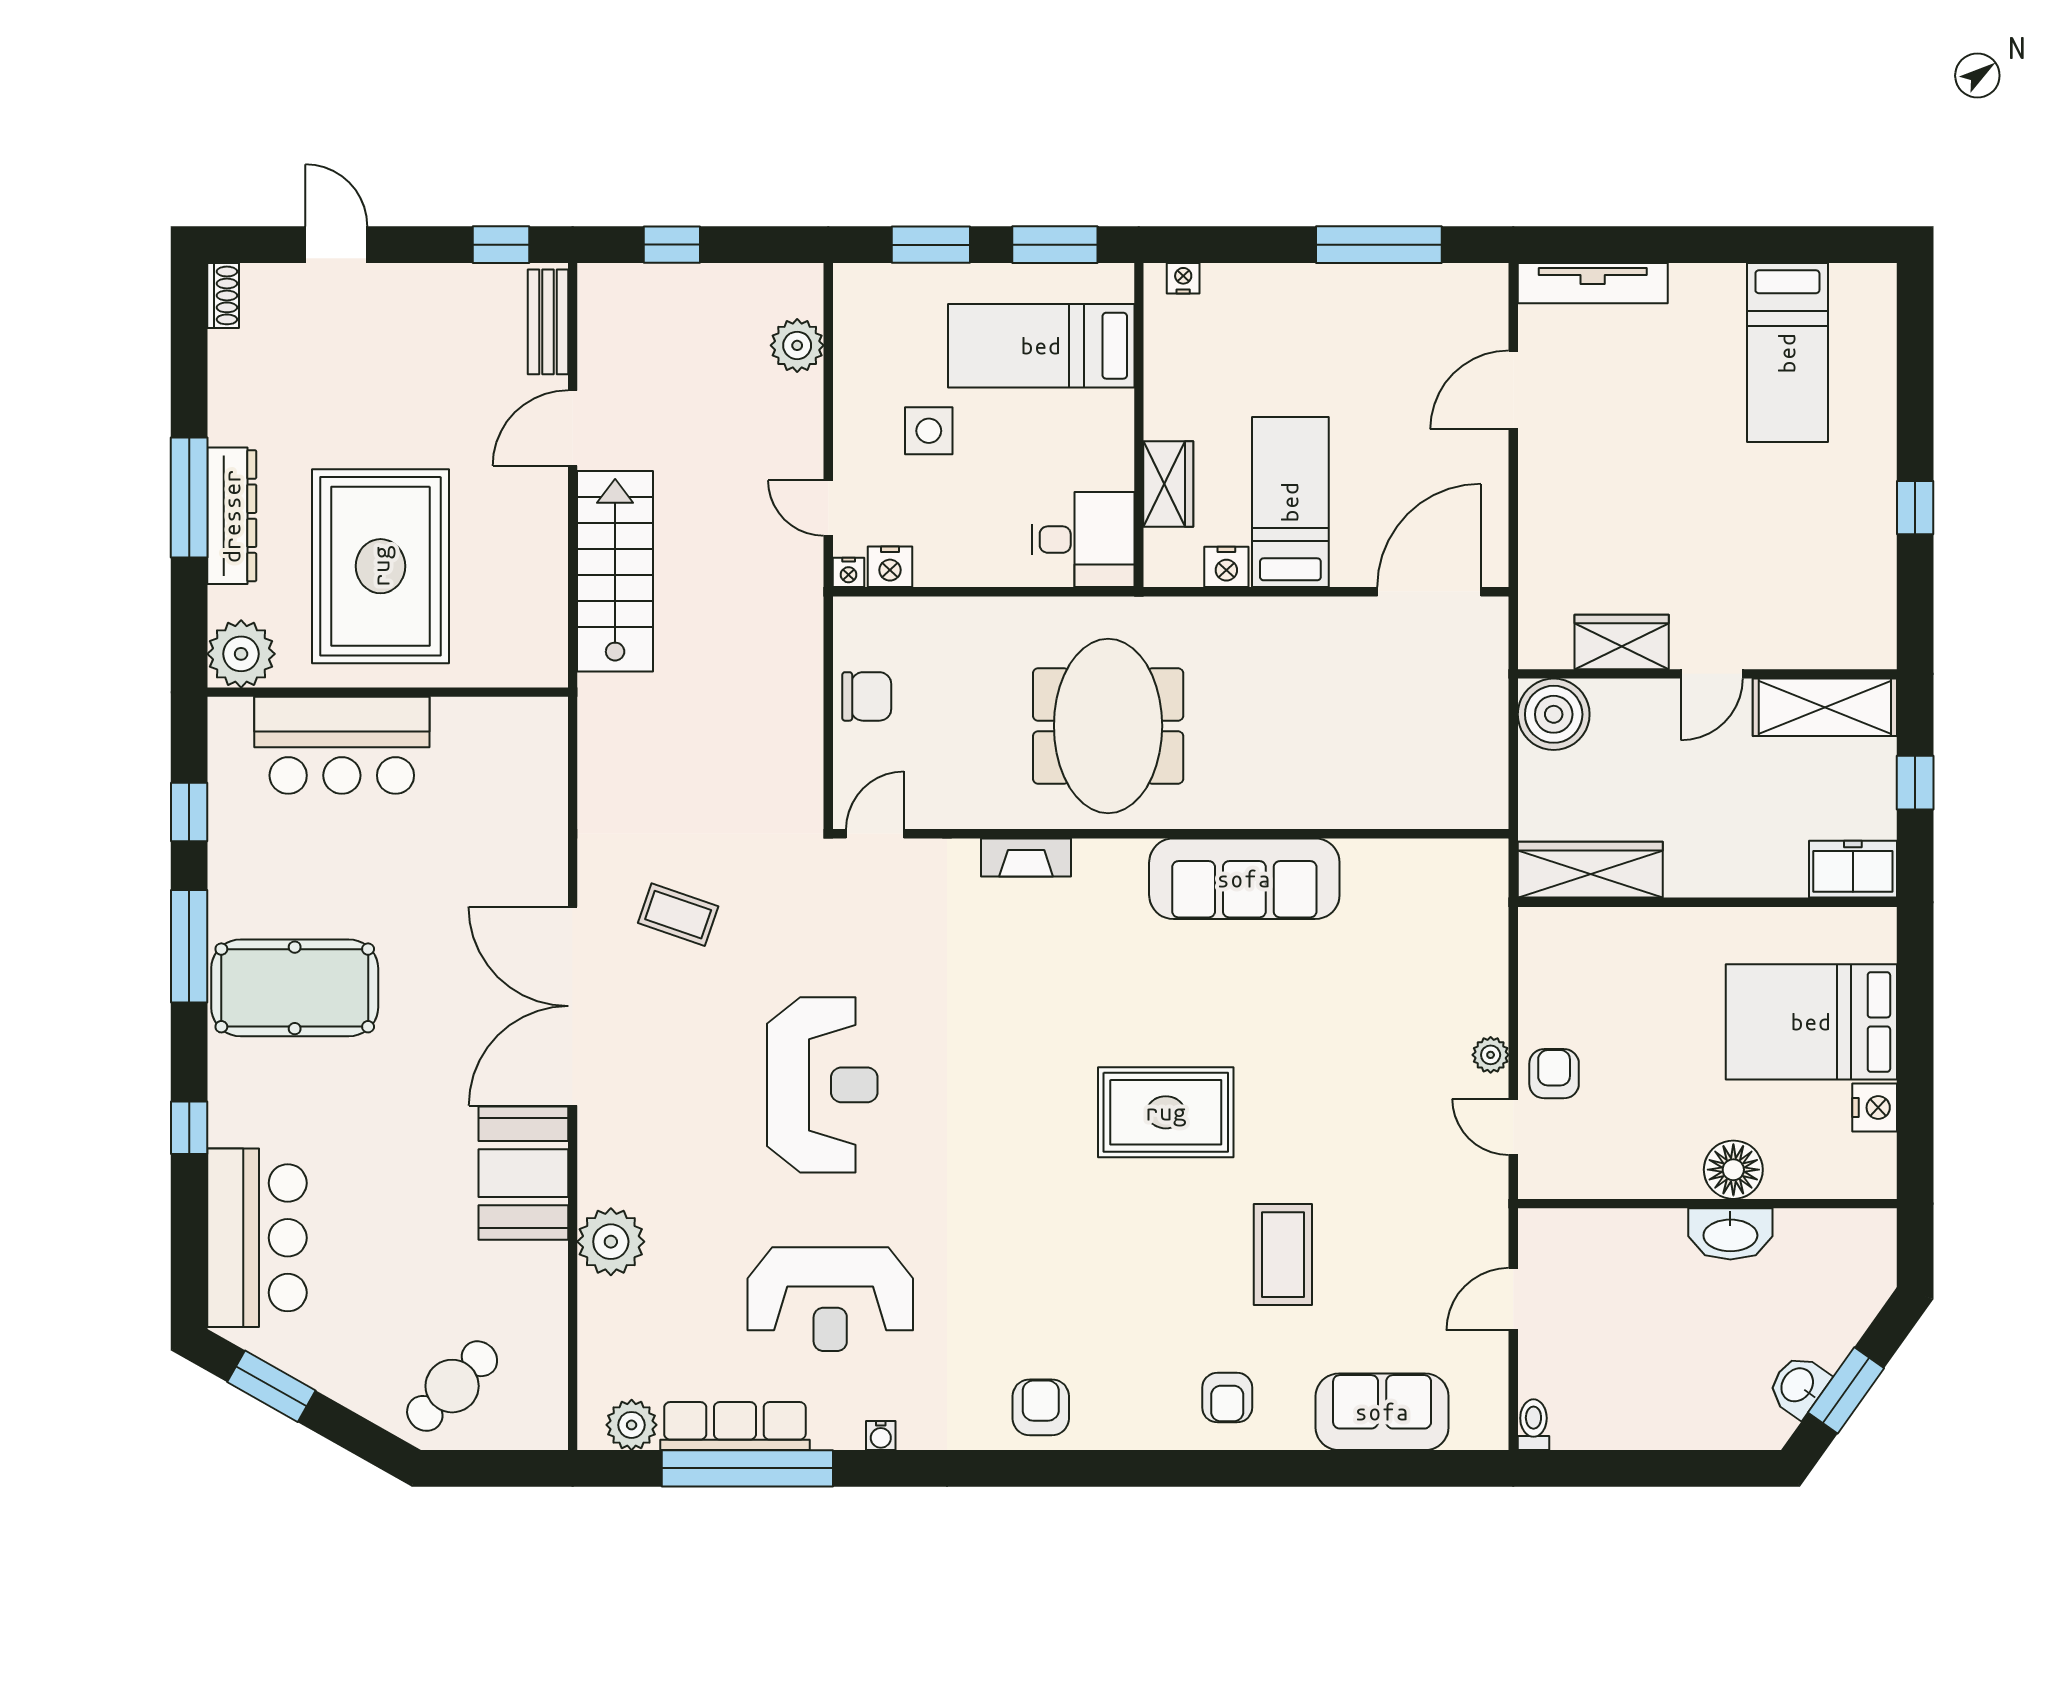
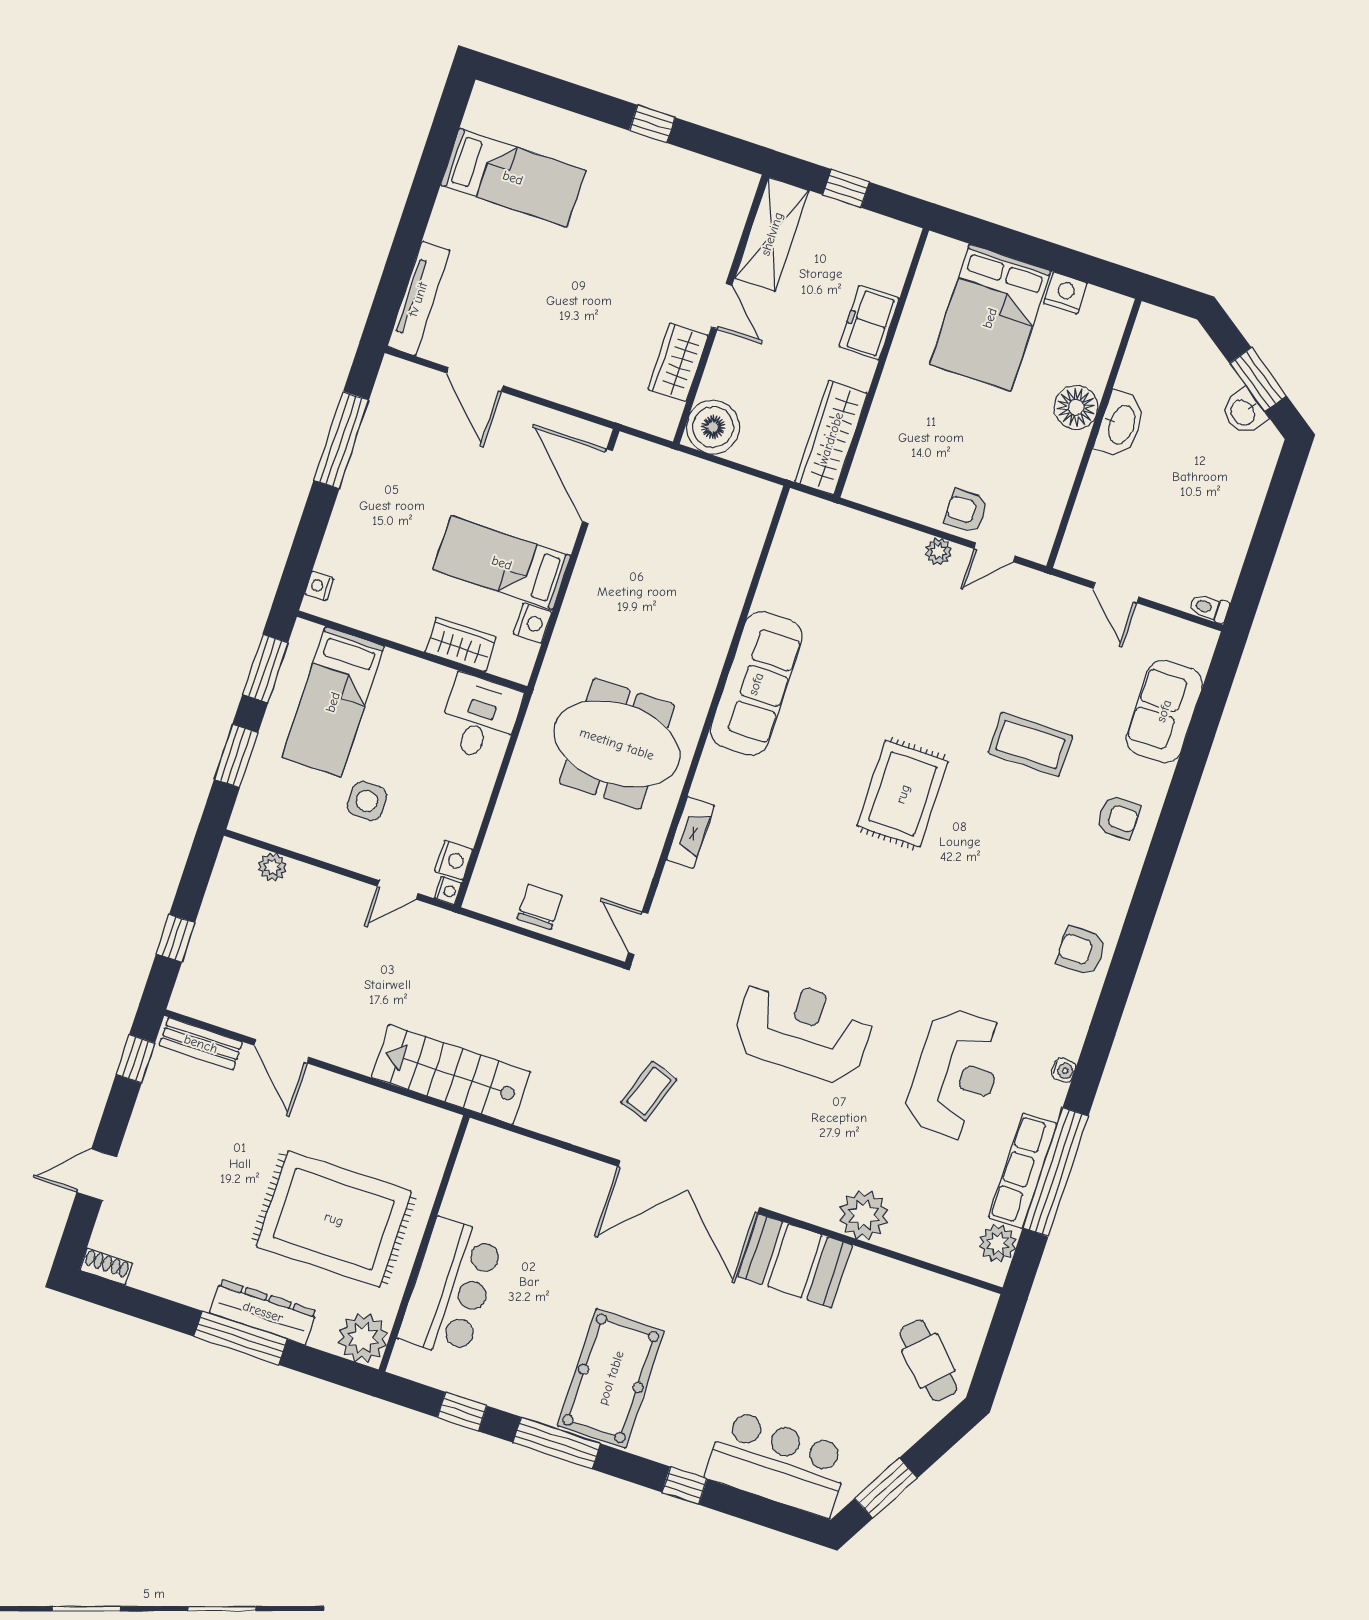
plant: (797, 345) -> (272, 867), width x0.73, depth x0.73
stairs: (615, 571) -> (451, 1074), moved
freezer: (1853, 869) -> (869, 323), moved

